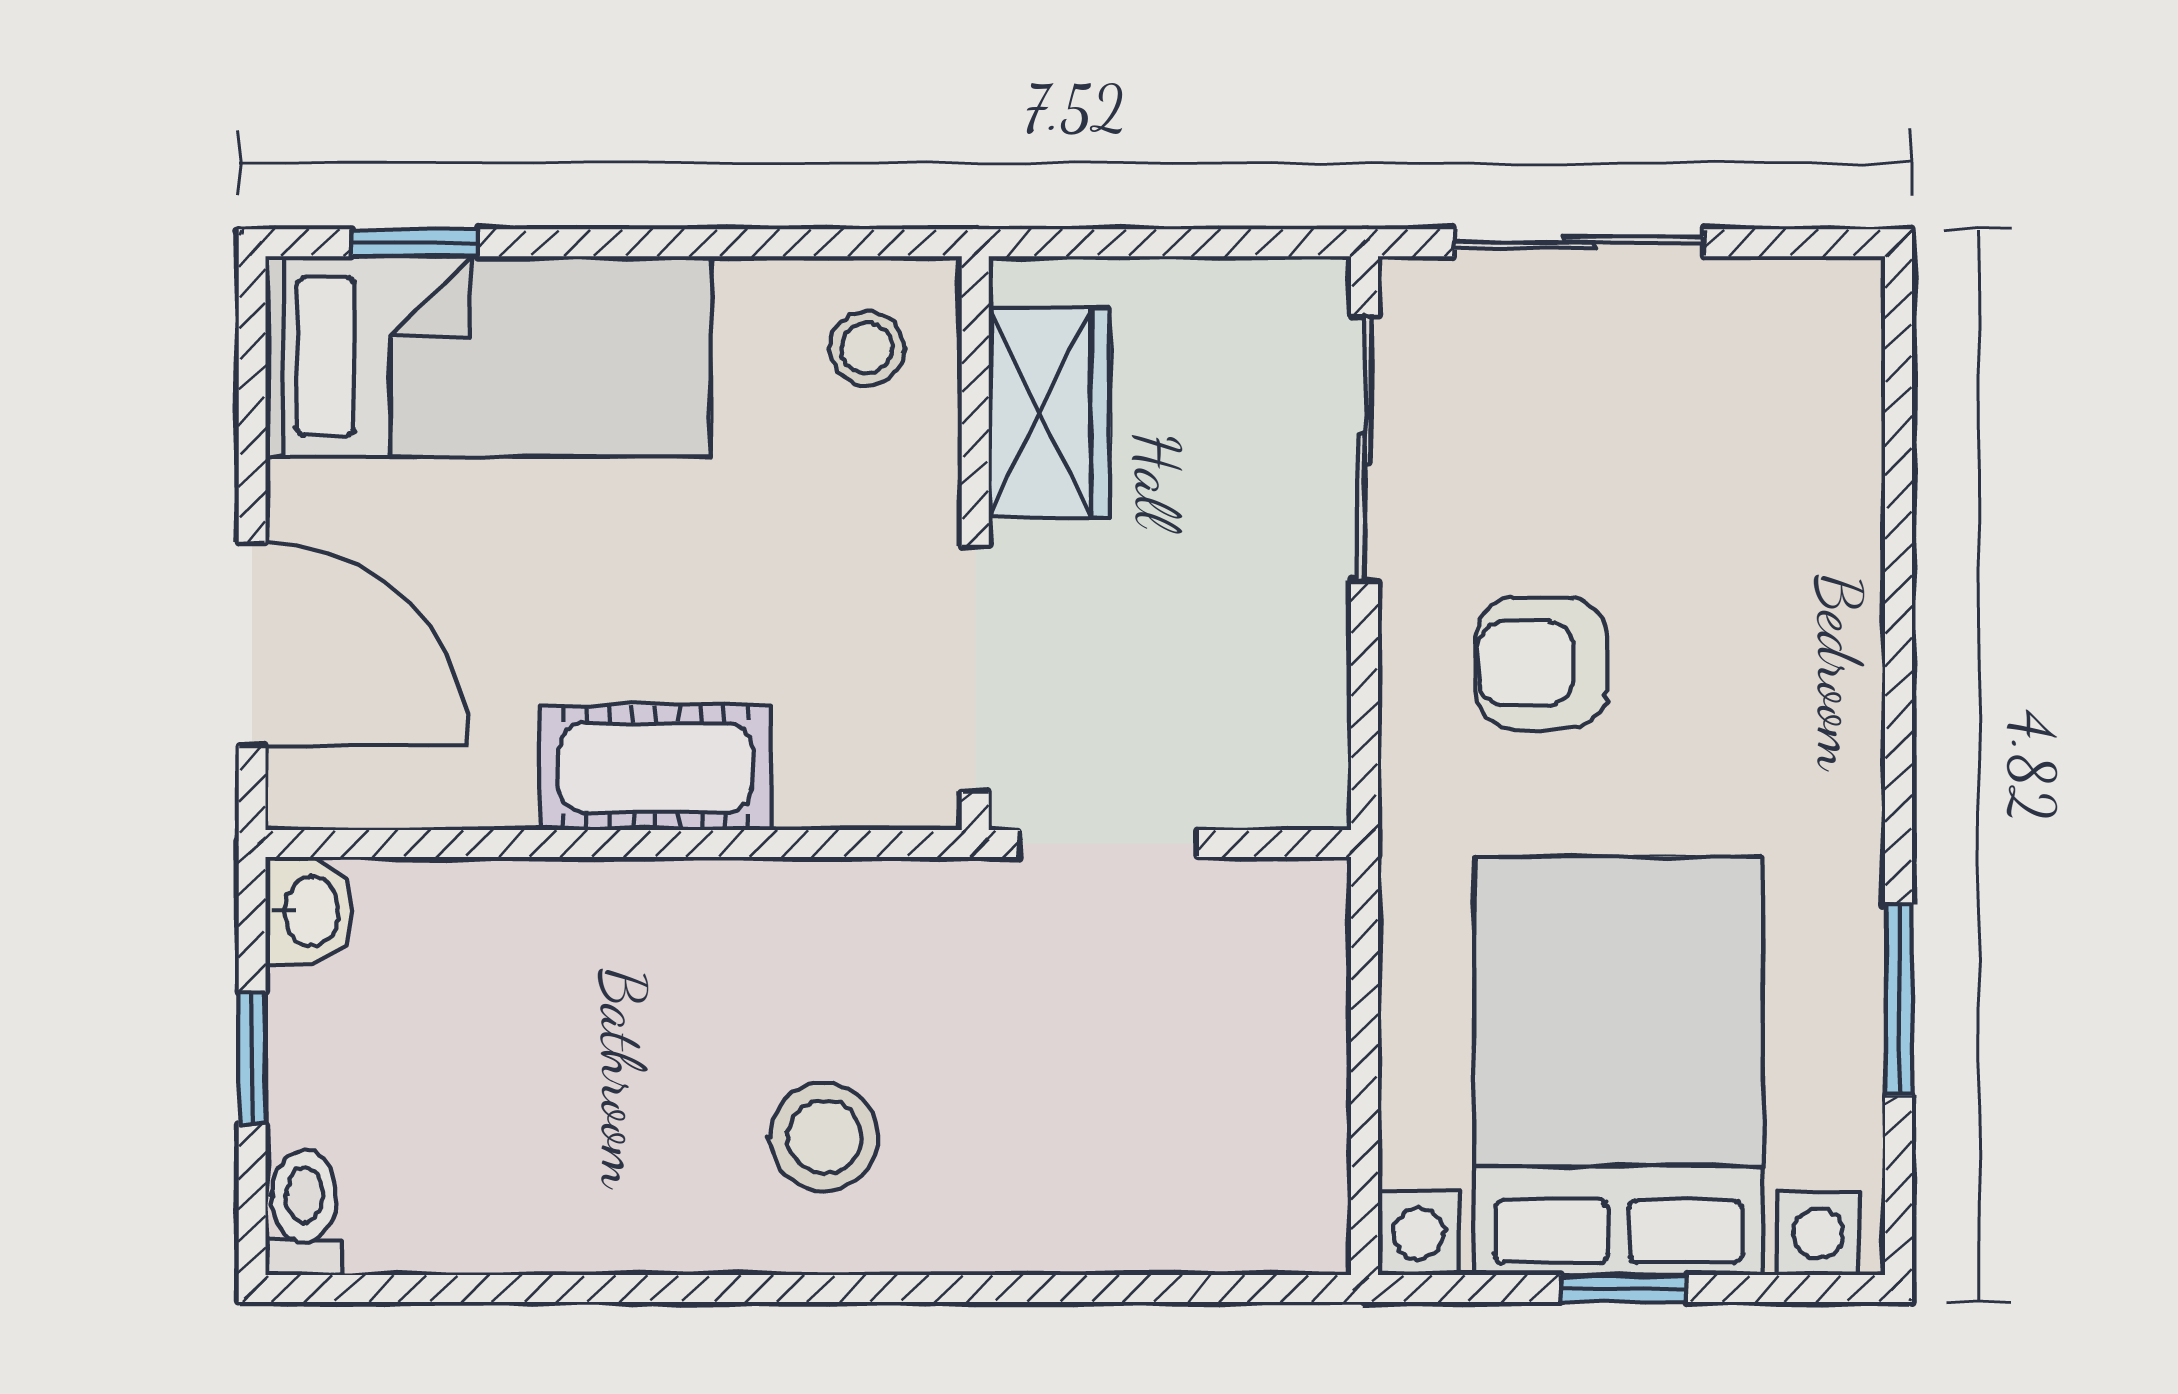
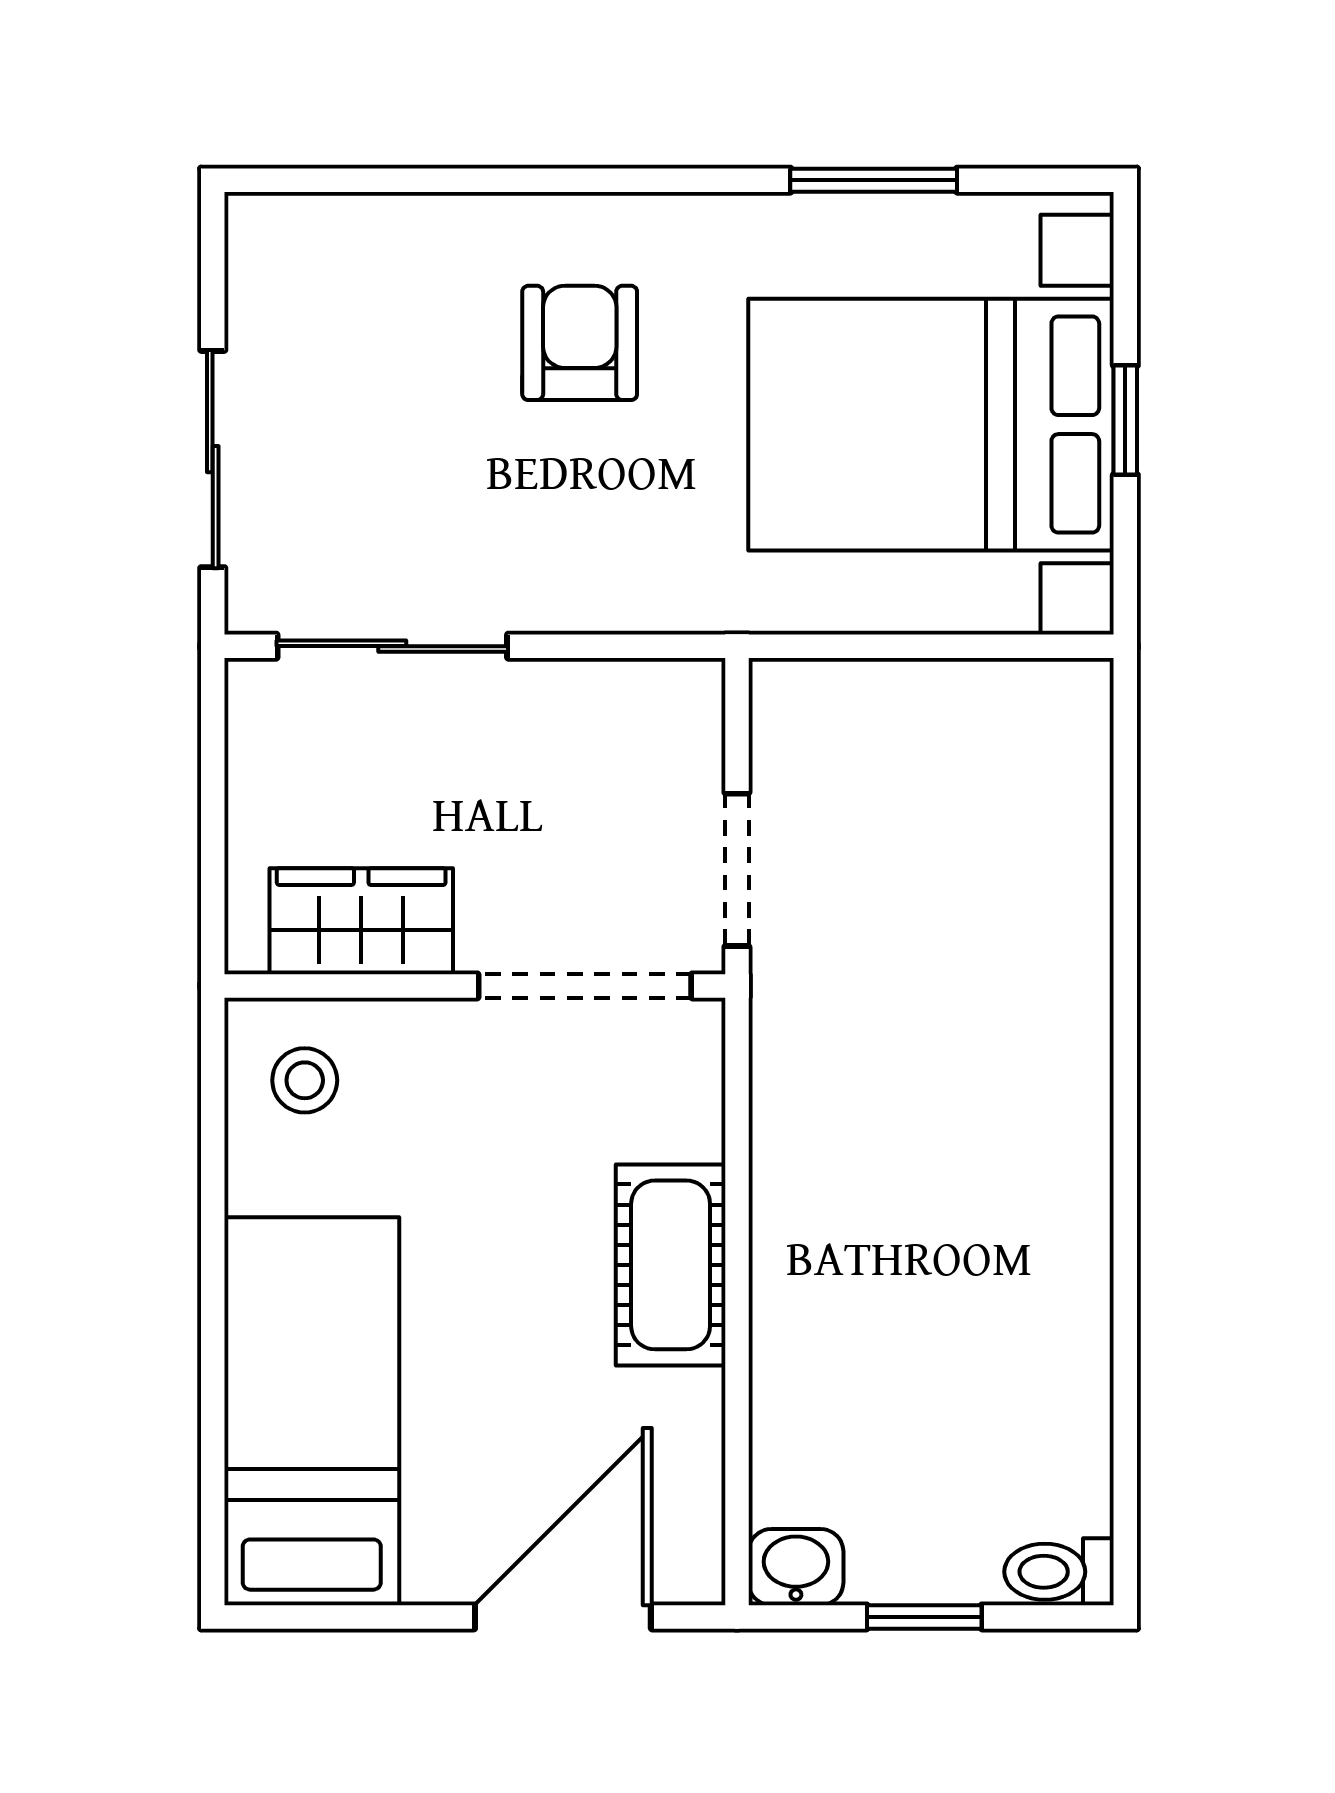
window: (415, 243) -> (213, 1475), removed
armchair: (1541, 663) -> (580, 343), moved, turned 180
stool: (824, 1137) -> (993, 1118), removed

